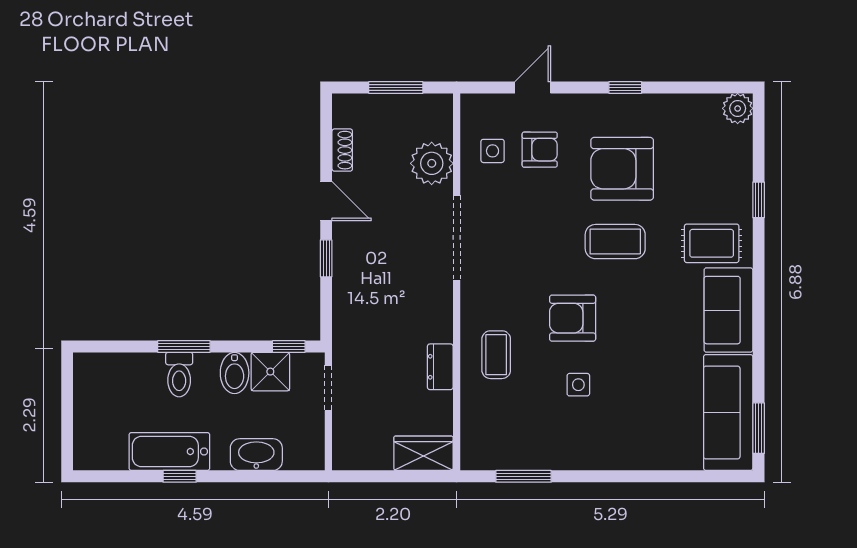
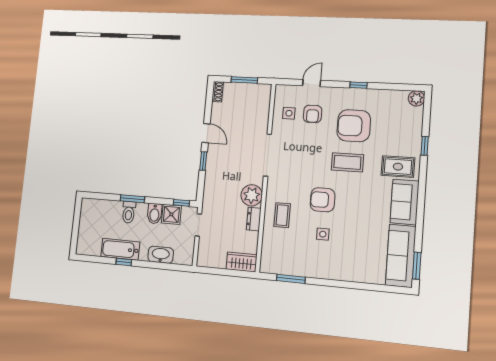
shoe rack: (342, 150) -> (218, 92), moved
armchair: (540, 150) -> (313, 114), turned 90
plant: (432, 163) -> (252, 195), moved

